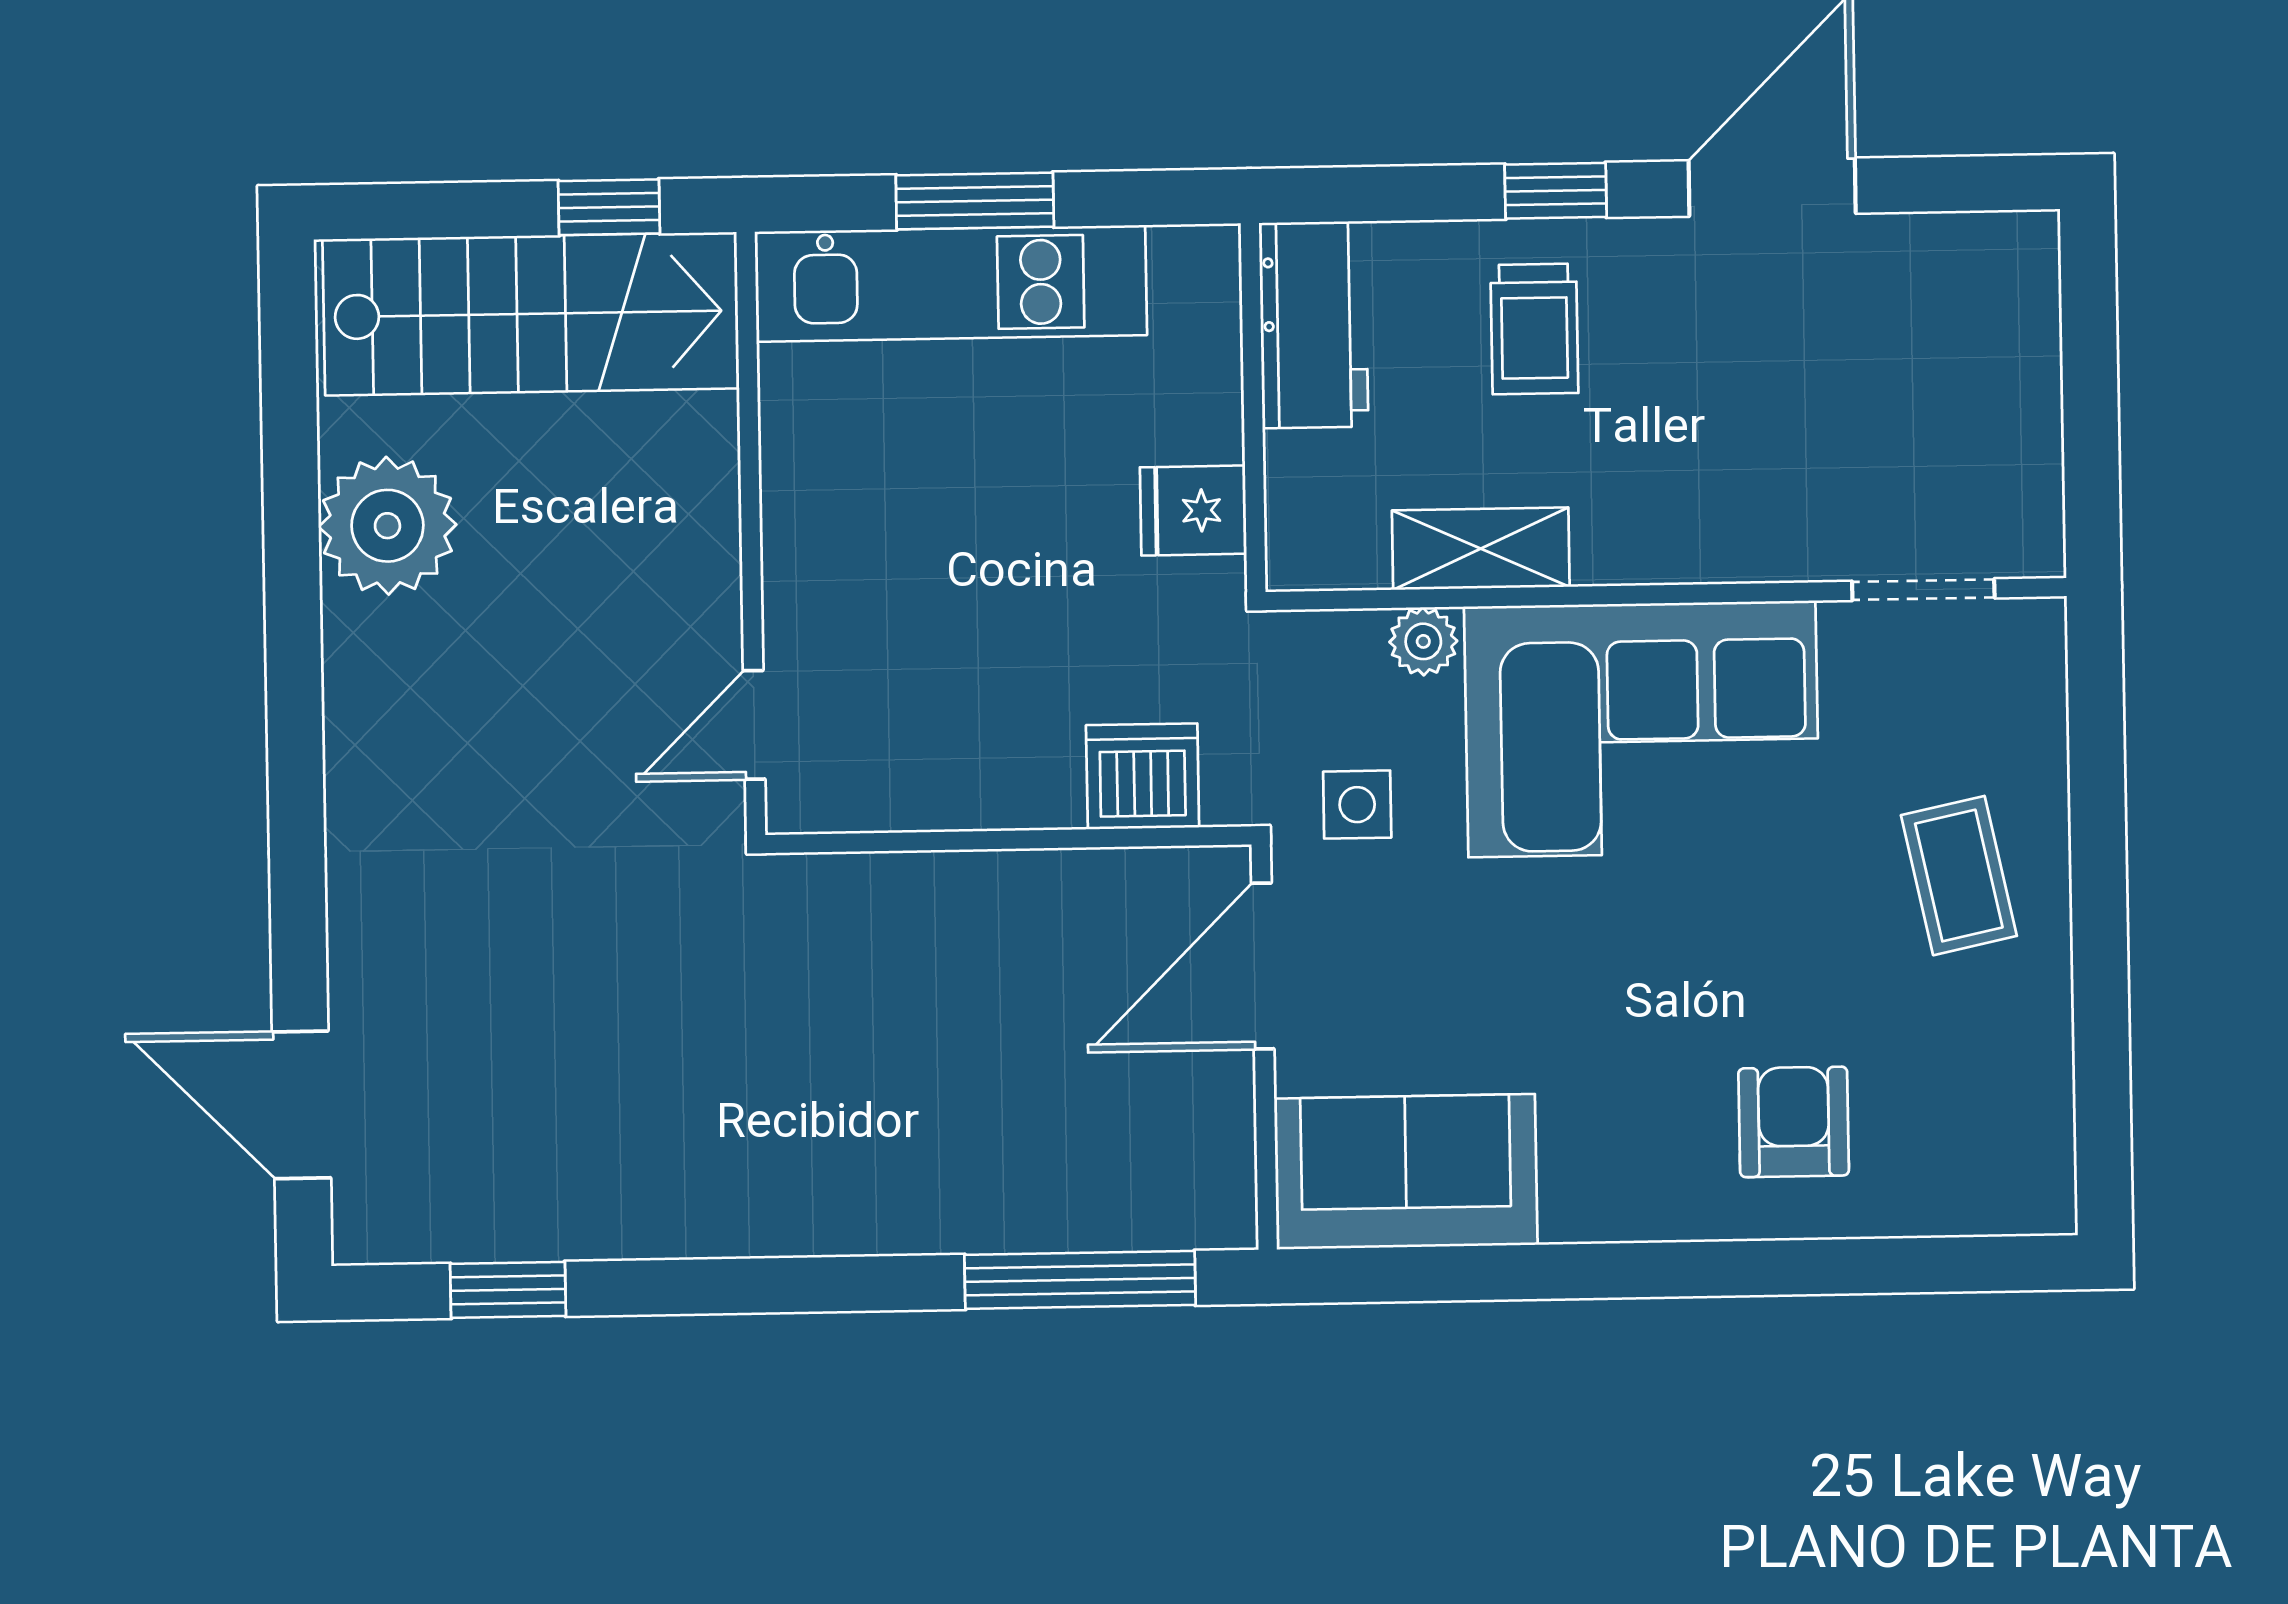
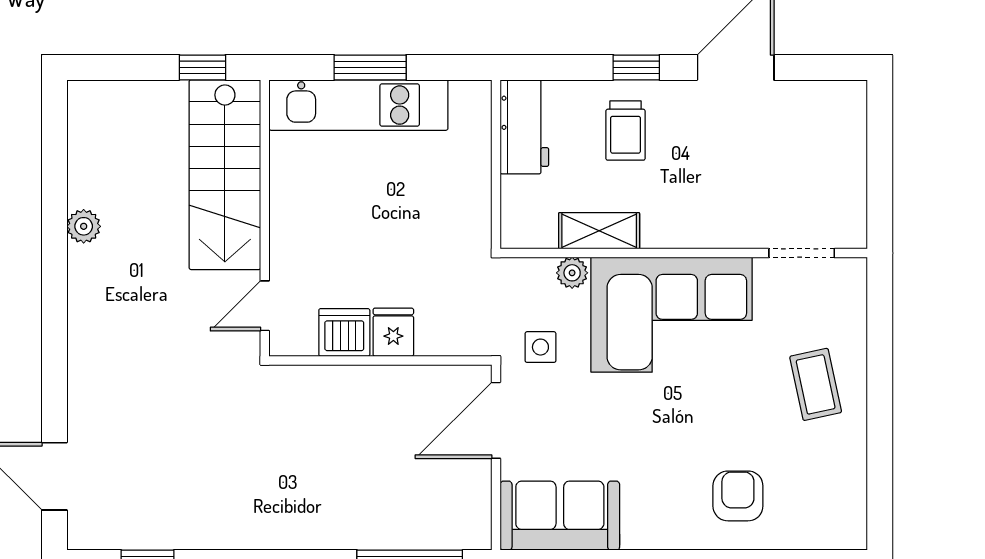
stairs: (531, 314) -> (225, 175), moved, turned 90
fridge: (1193, 511) -> (393, 332), moved, turned 90
plant: (387, 526) -> (84, 226), width x0.53, depth x0.53
dishwasher: (1143, 776) -> (344, 332), moved

